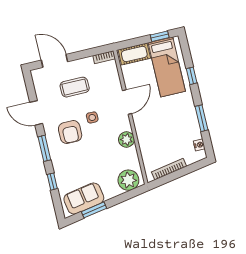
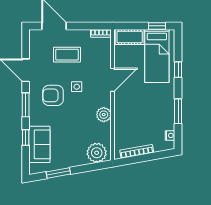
armchair: (70, 132) -> (53, 95), turned 90
sofa: (84, 199) -> (39, 144), moved, turned 100

